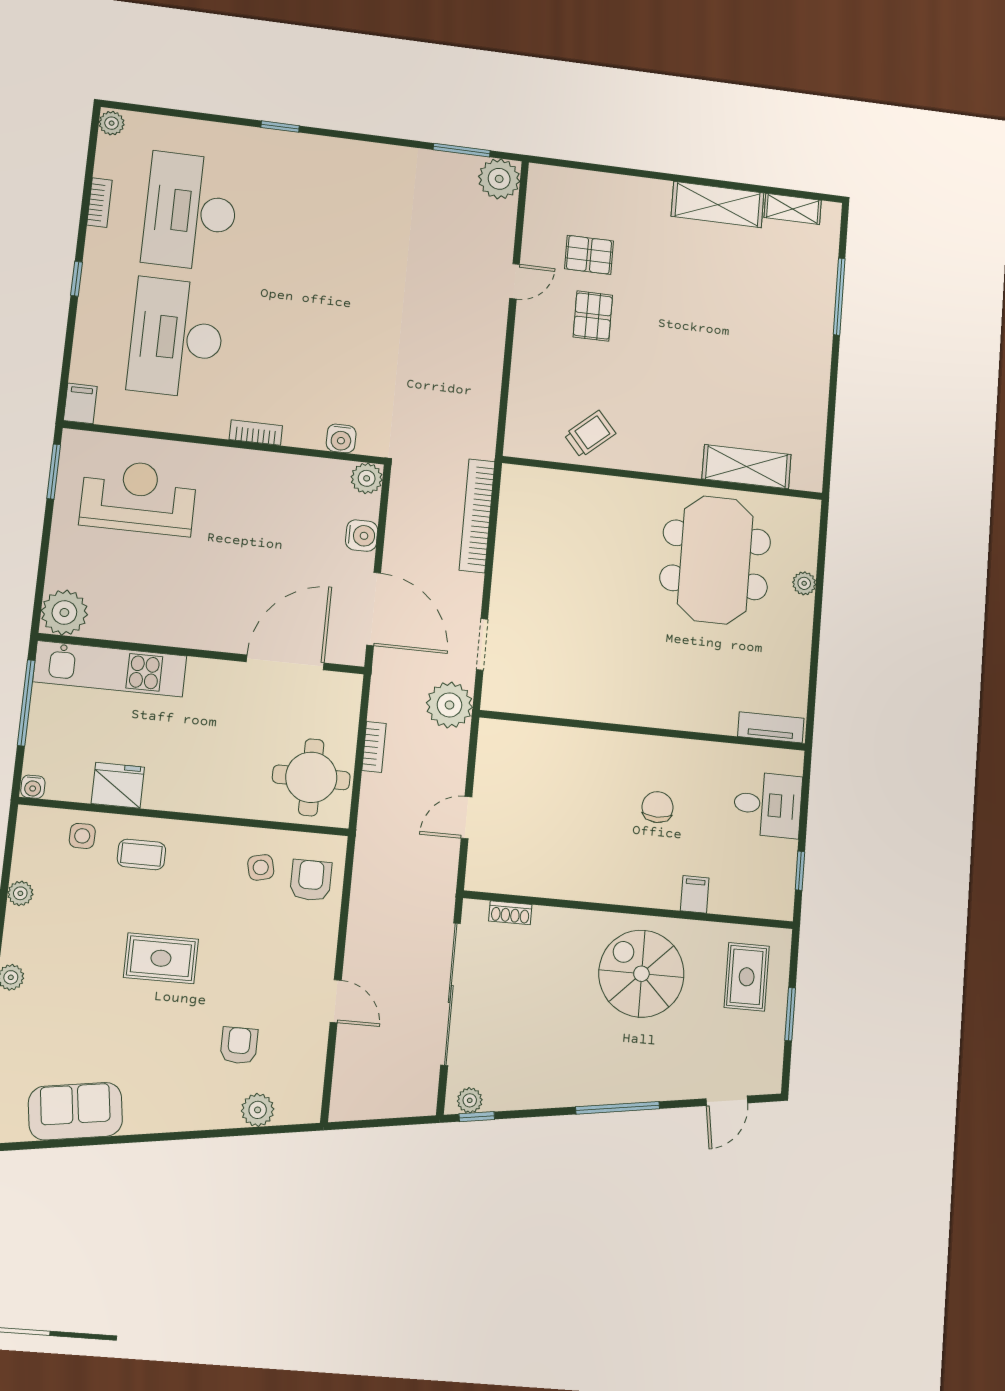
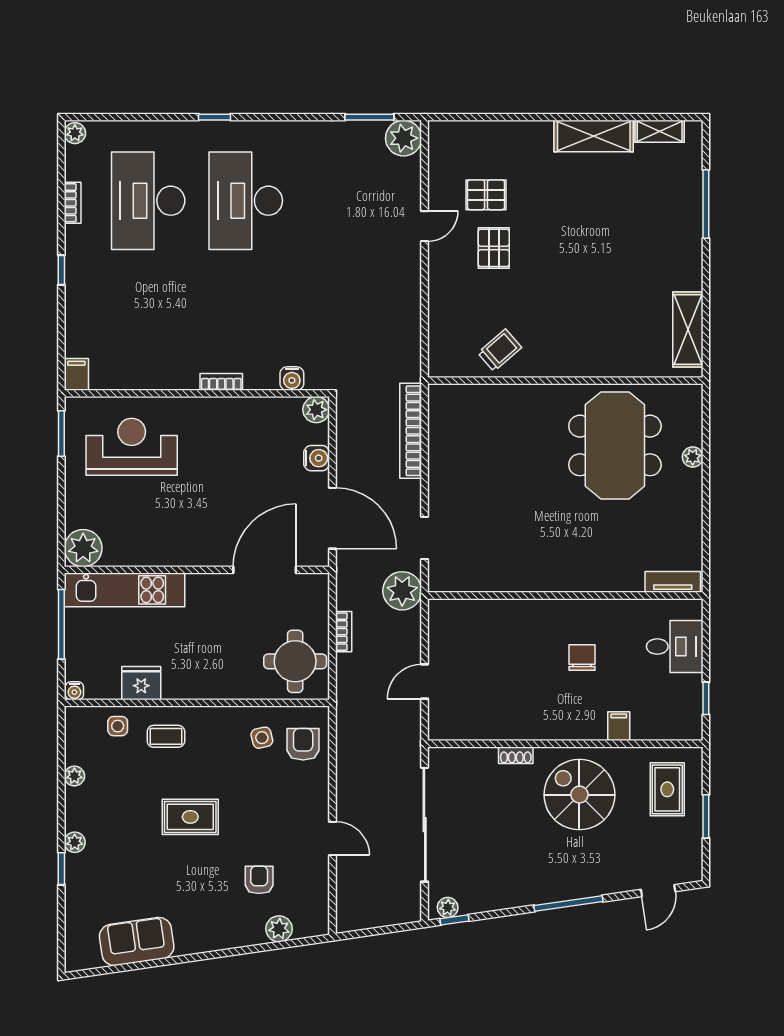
desk: (177, 338) -> (246, 201), moved
shelving: (747, 467) -> (688, 330), moved, turned 90
shoe rack: (510, 913) -> (516, 755), moved

